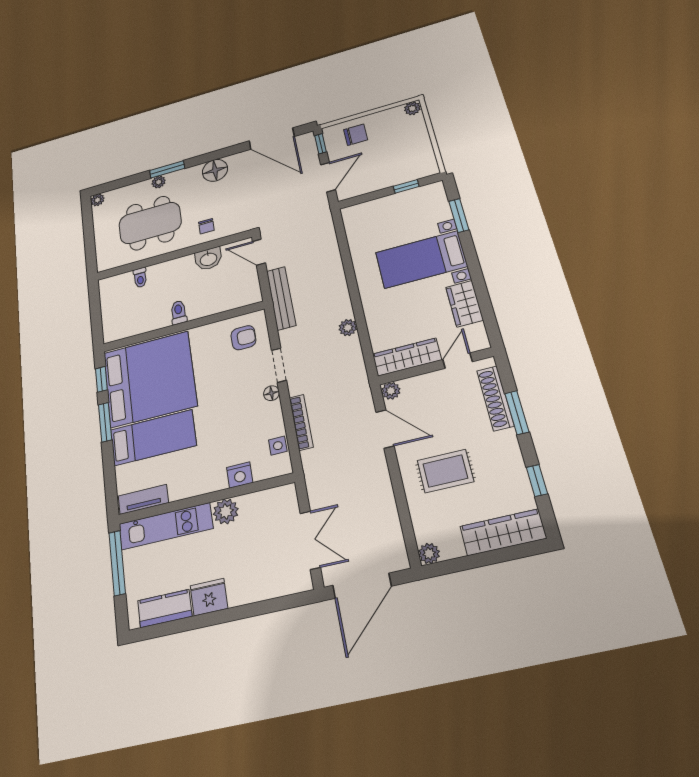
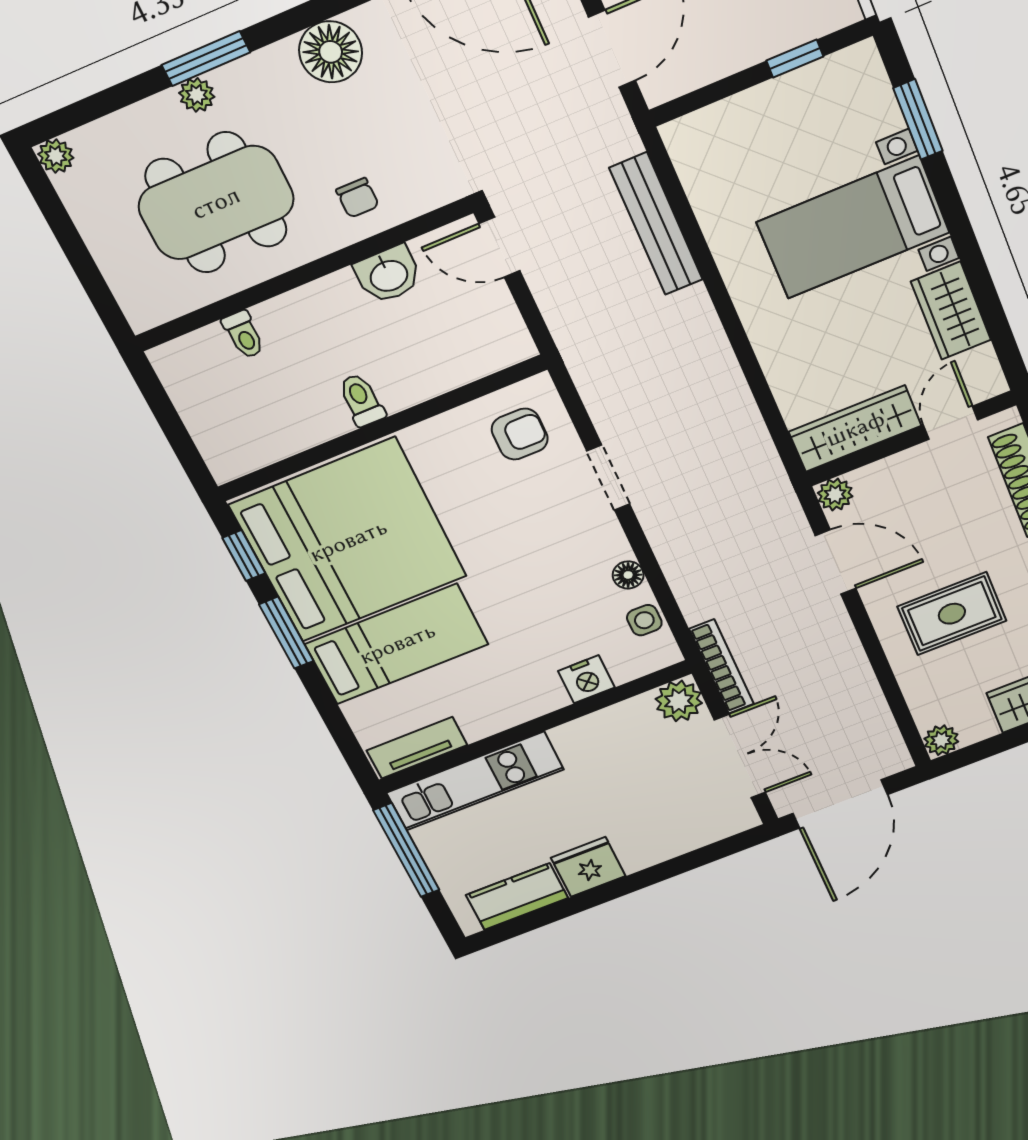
bench: (281, 298) -> (656, 224), moved
plant: (348, 328) -> (729, 387), removed
floor lamp: (271, 393) -> (628, 575), moved
bookcase: (301, 422) -> (722, 667), moved
plant: (226, 511) -> (679, 701), moved

